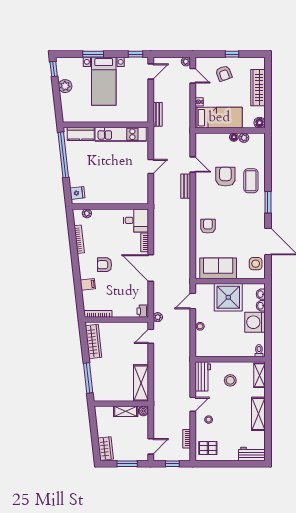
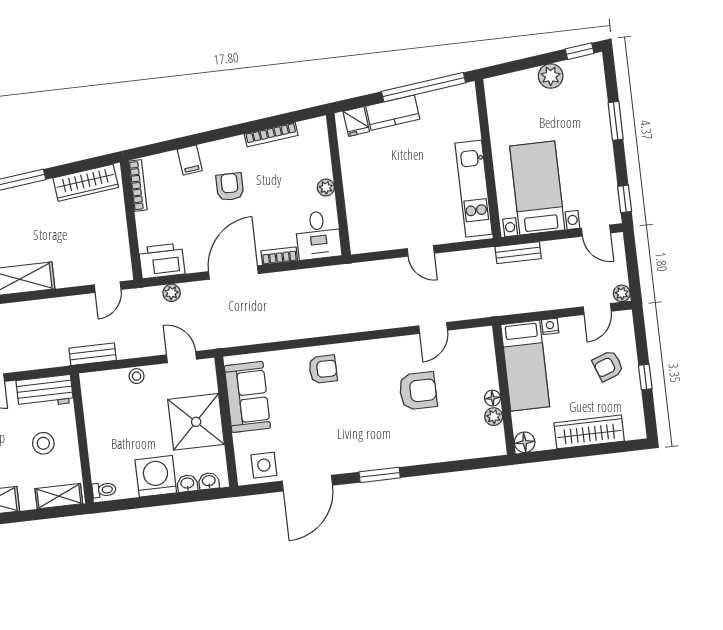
bed with nightstands: (104, 81) -> (537, 188), moved, turned 90
kitchen counter: (81, 134) -> (393, 113), moved, turned -96
coffee table: (251, 181) -> (416, 439), removed
bench: (186, 186) -> (93, 354), moved
plant: (87, 213) -> (326, 188), moved
printer: (143, 311) -> (162, 261), width x1.87, depth x1.48
plant: (158, 317) -> (172, 293), moved
door: (151, 336) -> (108, 287), swing flipped

